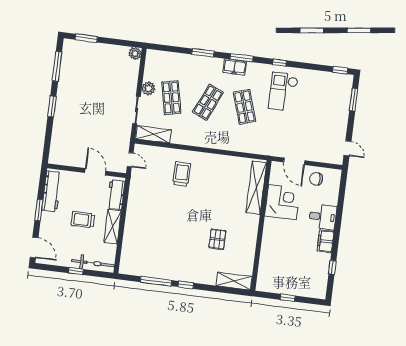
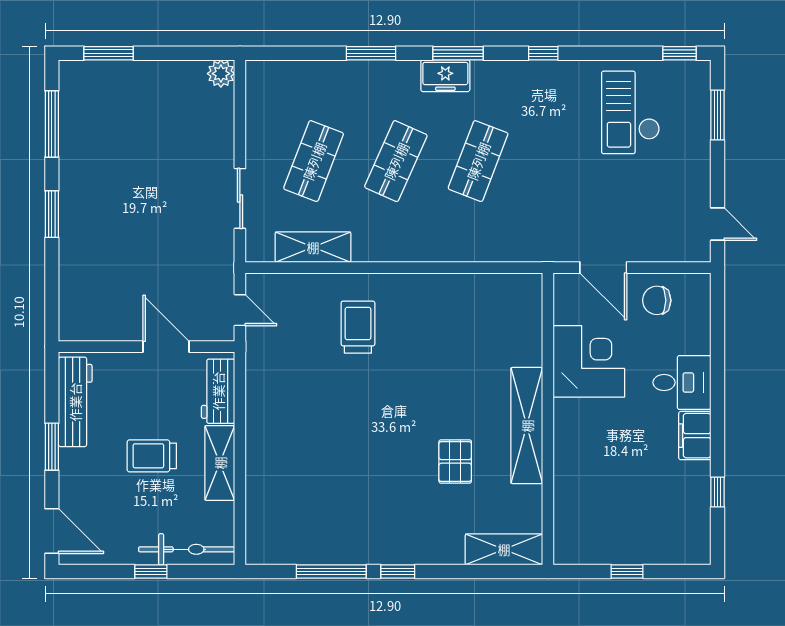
plant: (148, 88) -> (260, 147), removed
checkout: (283, 92) -> (631, 112), moved
shop shelf: (171, 98) -> (314, 161), turned 33
shop shelf: (244, 107) -> (478, 161), turned 39
shelving: (154, 134) -> (313, 247), moved
shelving: (256, 188) -> (527, 426), moved

